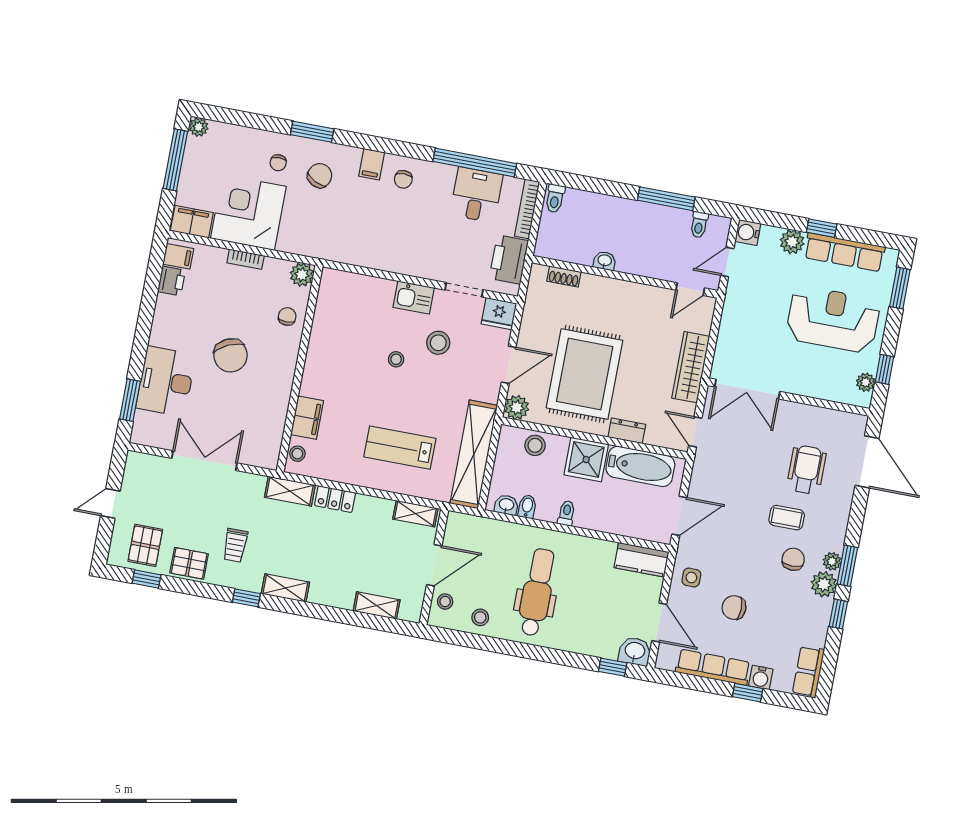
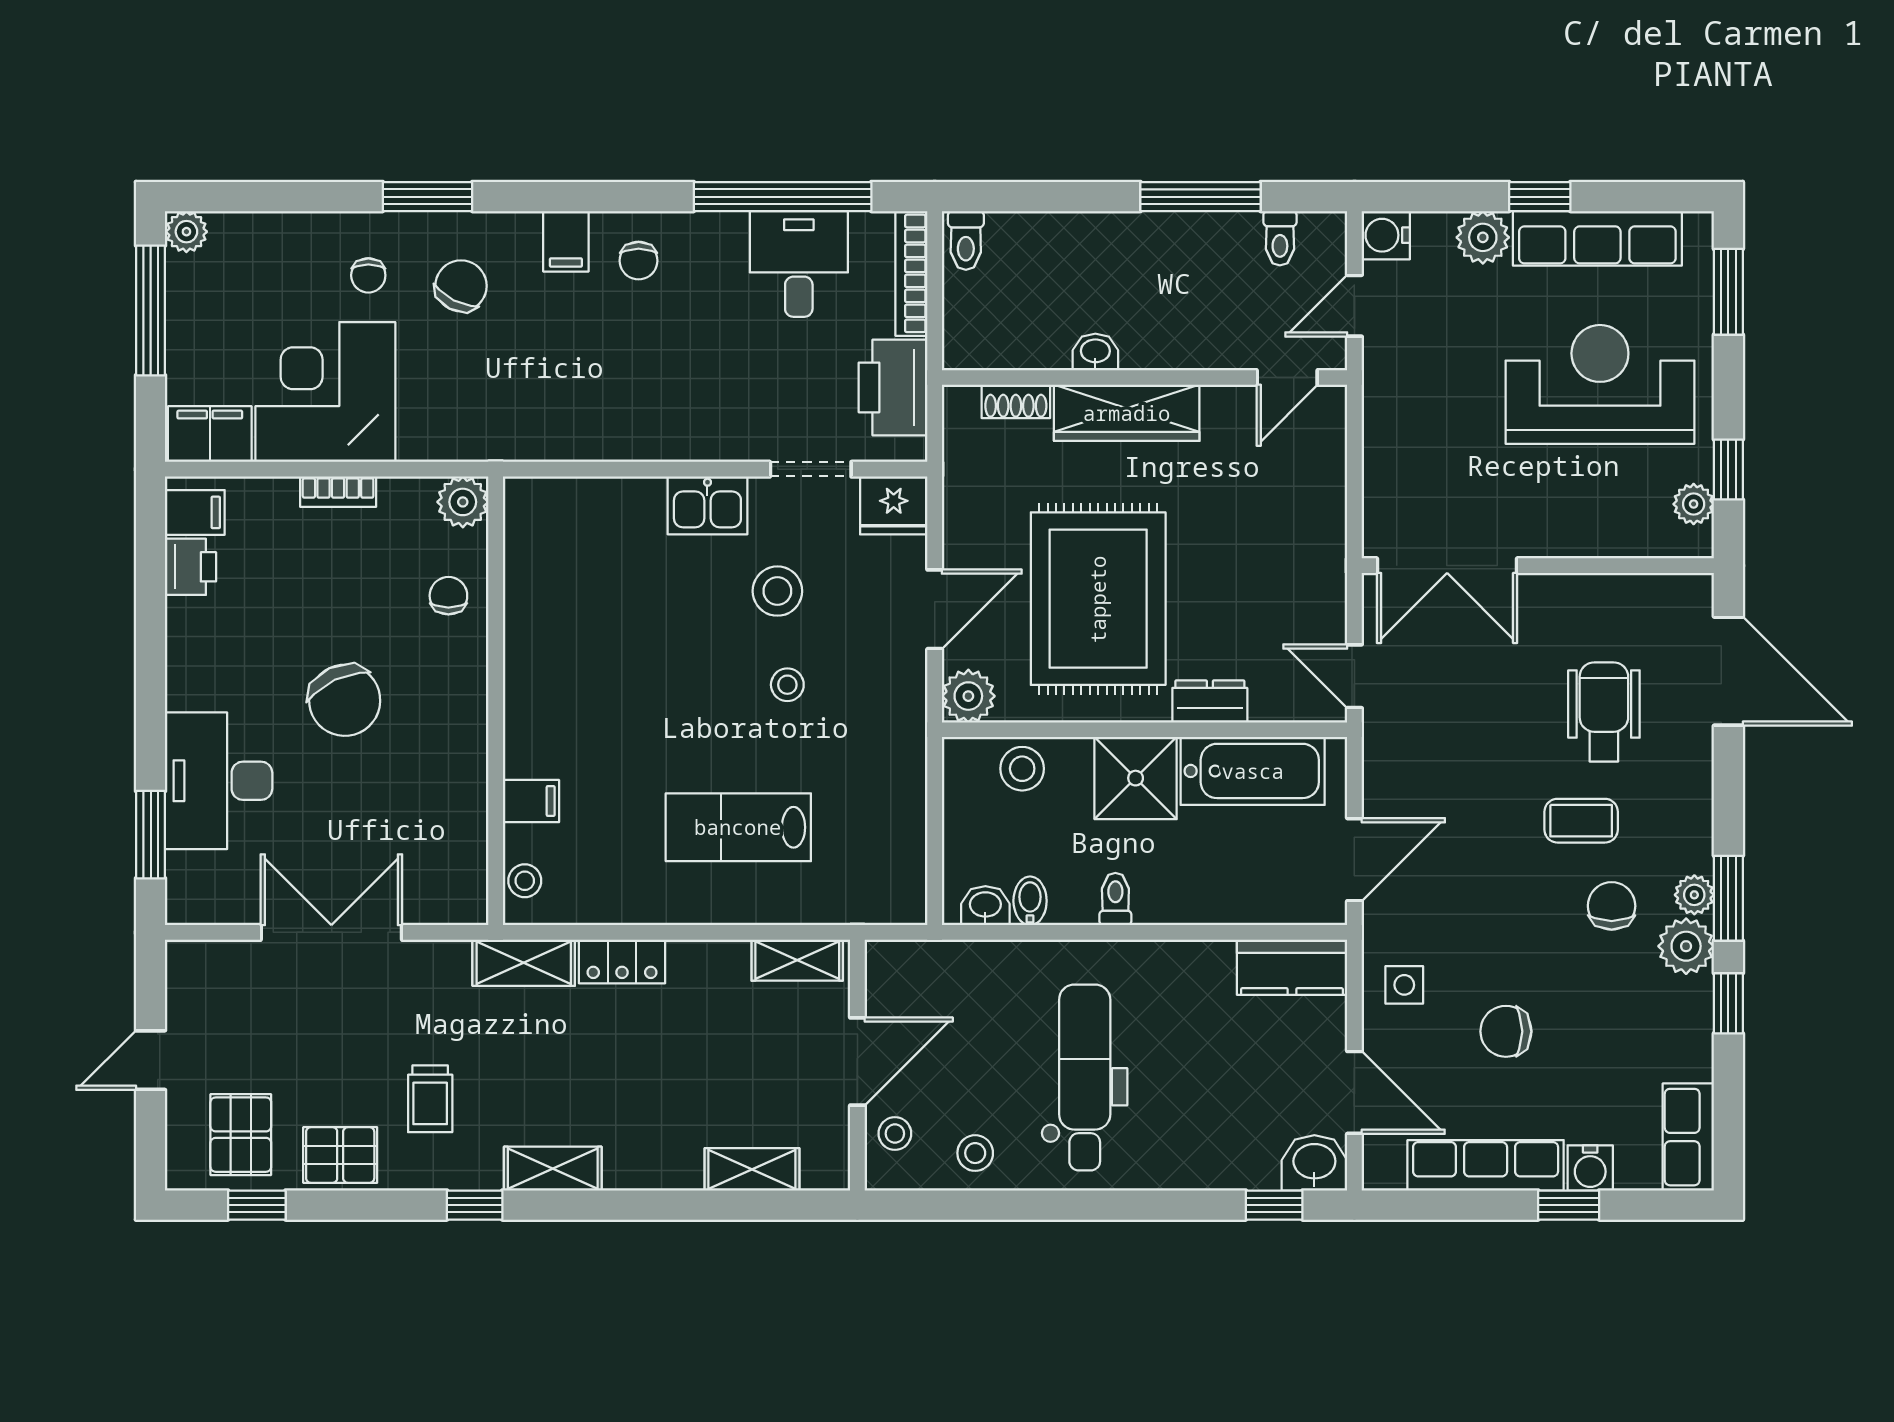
stool: (396, 359) -> (787, 685), moved
wardrobe: (691, 367) -> (1127, 413), moved, turned -90
filing cabinet: (307, 418) -> (531, 801), width x0.50
shelving: (474, 454) -> (897, 812), removed

